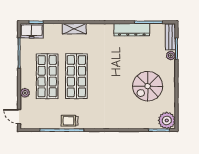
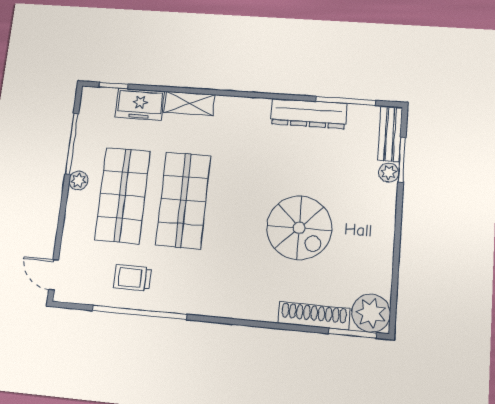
freezer: (32, 31) -> (140, 104), moved
spiral stairs: (148, 86) -> (299, 228), moved, turned -90
plant: (25, 93) -> (78, 181), moved
trolley: (70, 121) -> (132, 278), moved
shoe rack: (141, 124) -> (314, 316), added

